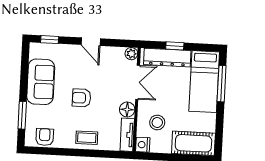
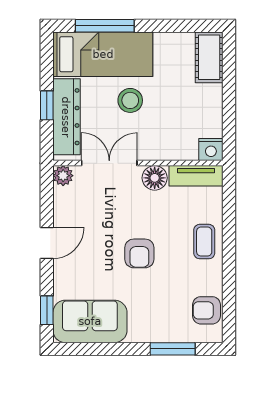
sofa: (41, 82) -> (90, 321), moved
stool: (157, 122) -> (130, 100), moved
cot: (193, 143) -> (209, 57), width x0.73, depth x0.75

